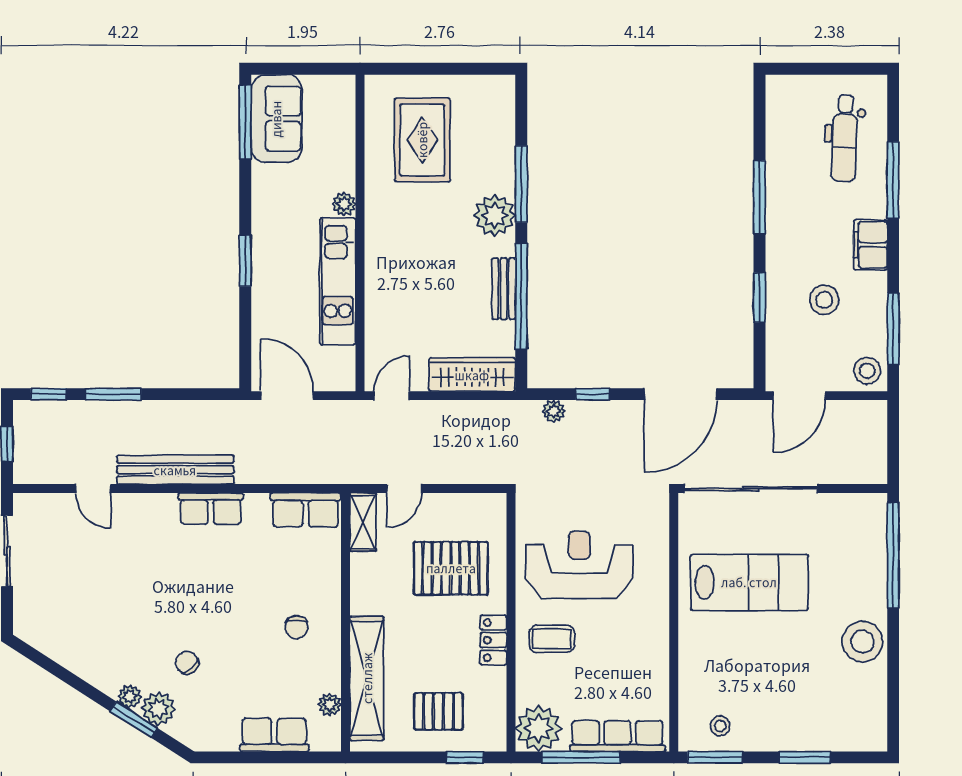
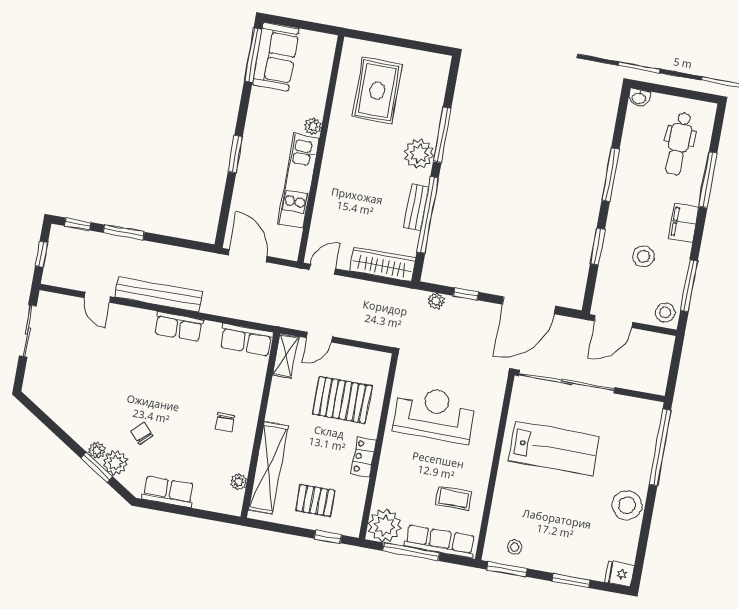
washbasin: (779, 86) -> (639, 98), added
coffee table: (552, 639) -> (454, 498), moved
row of seats: (274, 735) -> (168, 492), moved
fridge: (869, 736) -> (620, 574), added

